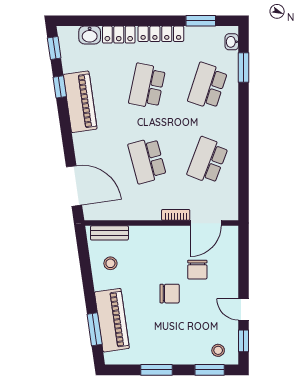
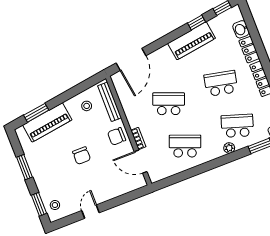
plant: (231, 107) -> (229, 148), added
school desk: (147, 161) -> (169, 104), turned 36
bench: (109, 233) -> (110, 102), width x1.36
chair: (197, 270) -> (117, 136), moved
window: (243, 341) -> (69, 220), removed

